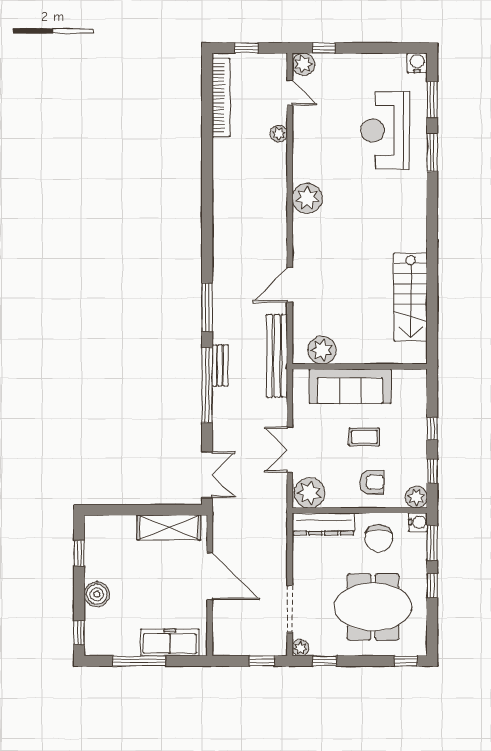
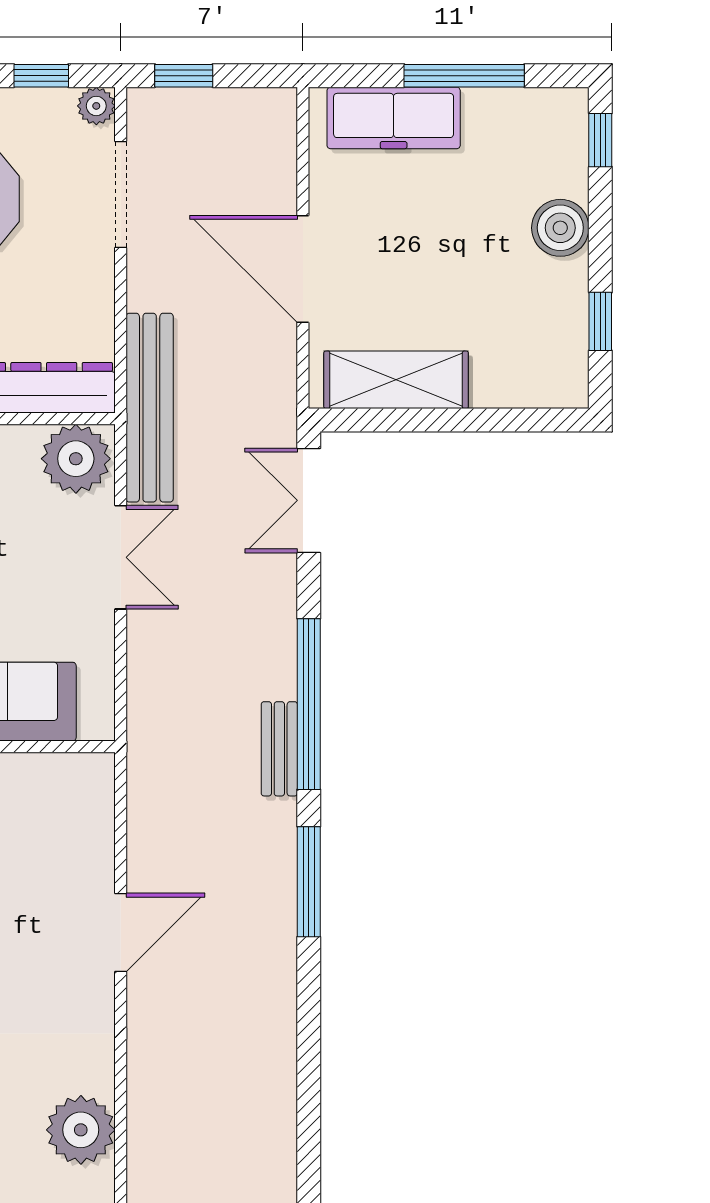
plant: (322, 350) -> (47, 784), removed
bench: (277, 356) -> (150, 408), moved

